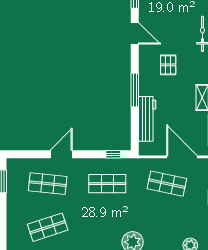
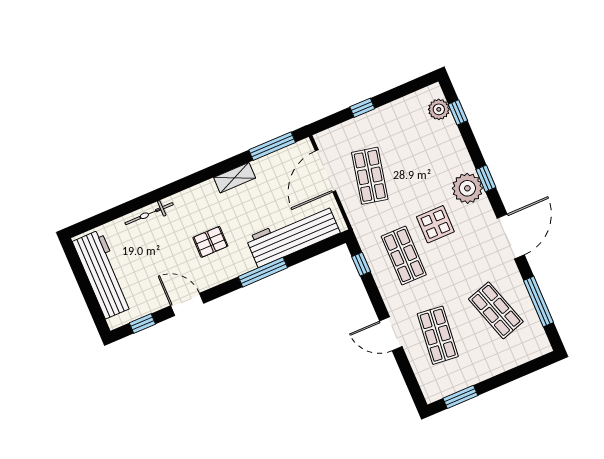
door: (135, 33) -> (187, 304), hinge flipped
workbench: (147, 119) -> (293, 235), width x1.36, depth x1.32
display table: (118, 212) -> (435, 224), added

